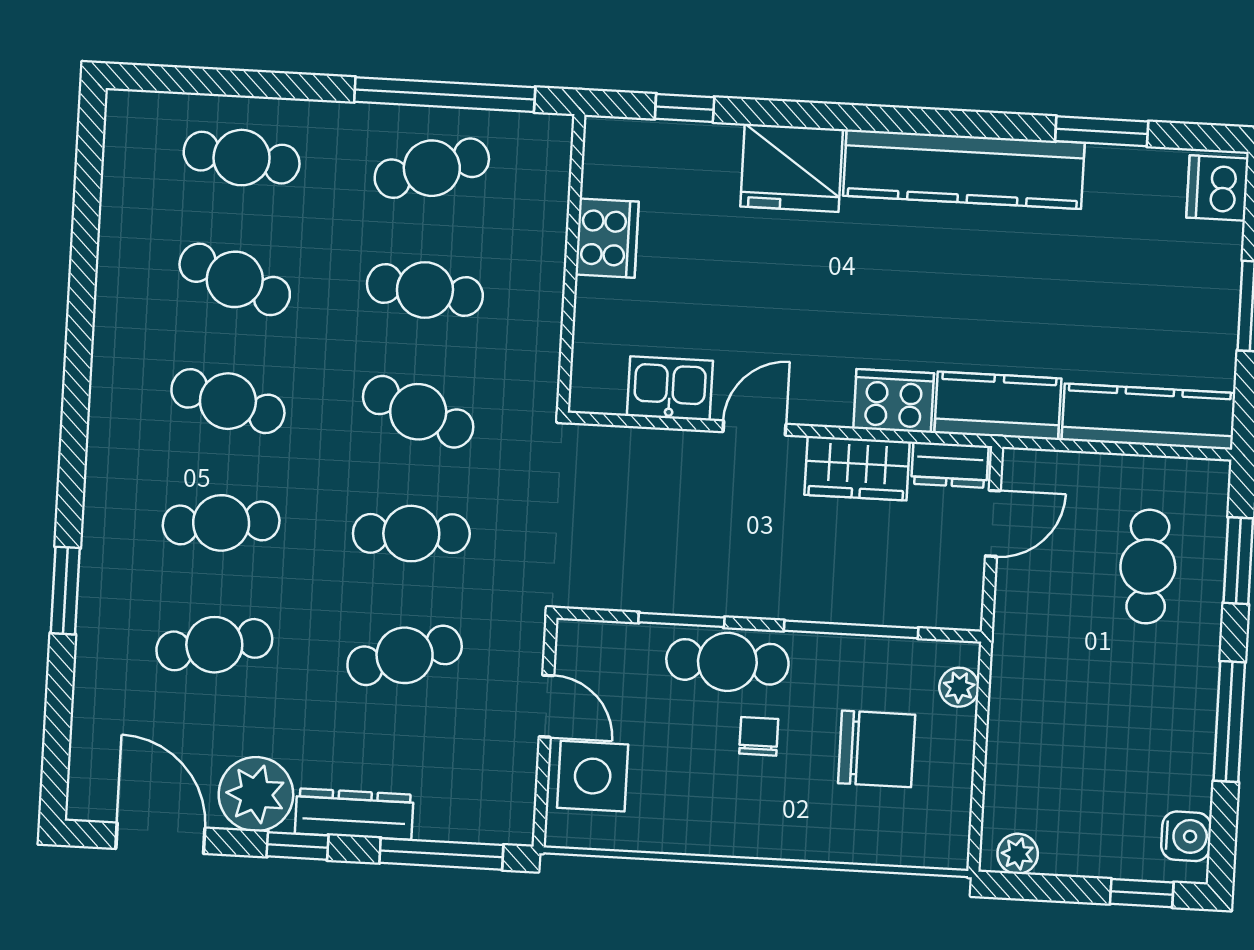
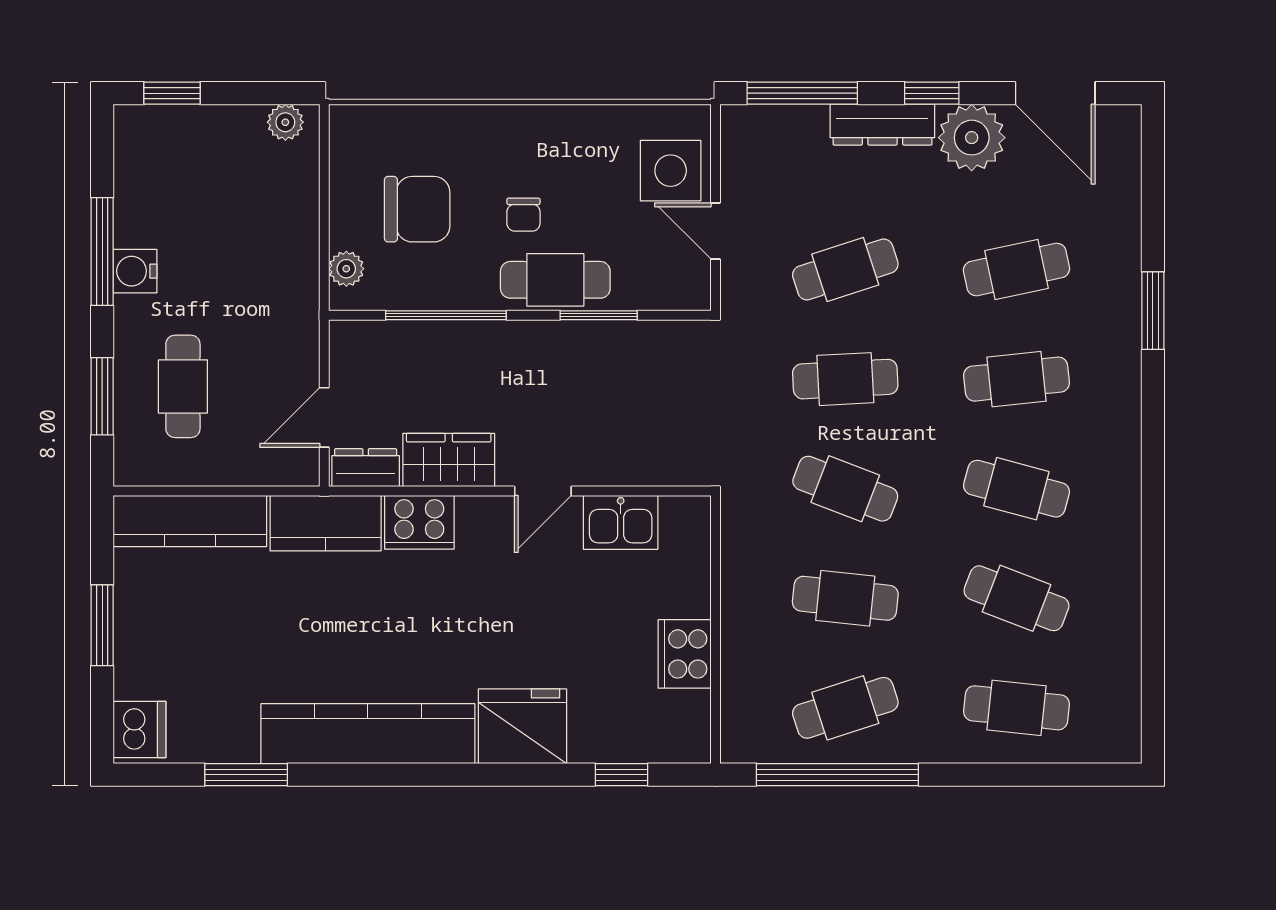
chair: (877, 749) -> (417, 209), turned 180
water cooler: (1186, 836) -> (135, 271), moved

